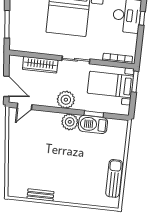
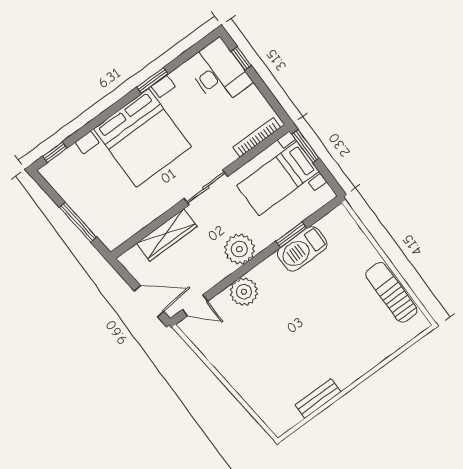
door: (25, 106) -> (195, 305), hinge flipped
plant: (70, 122) -> (244, 292), moved

